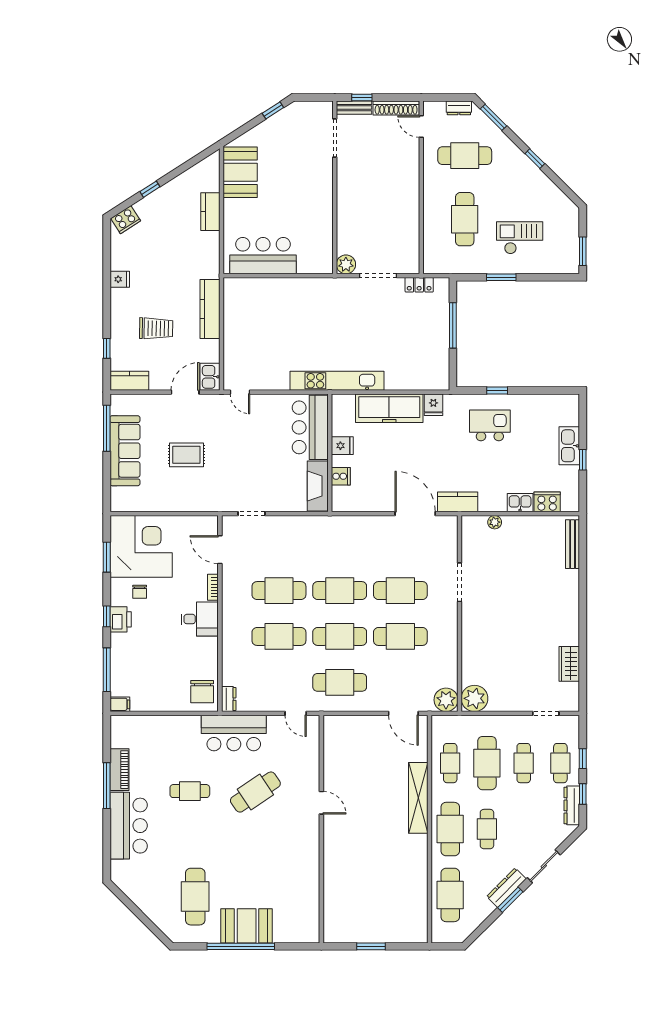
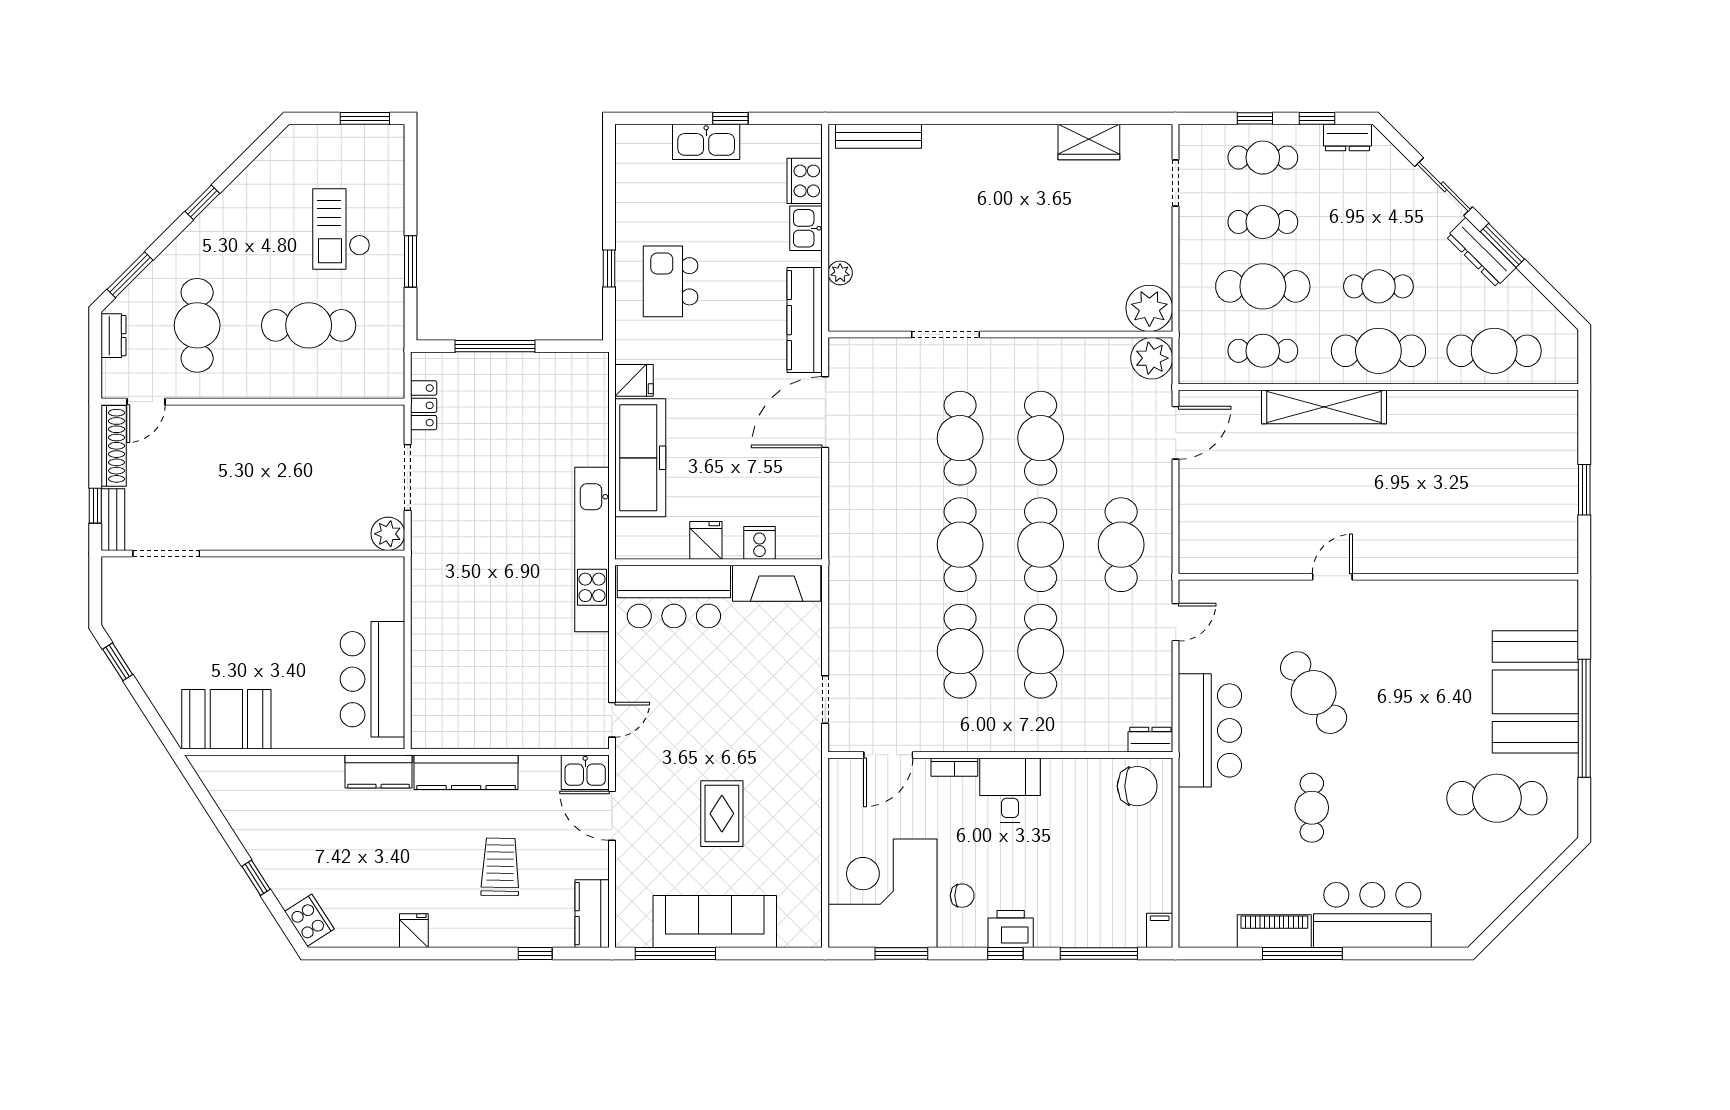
kitchen counter: (210, 212) -> (379, 772), moved
kitchen counter: (458, 502) -> (805, 320), width x1.50
dresser: (572, 805) -> (1347, 138), width x0.70
booth: (247, 926) -> (1535, 692), width x1.36, depth x1.42

